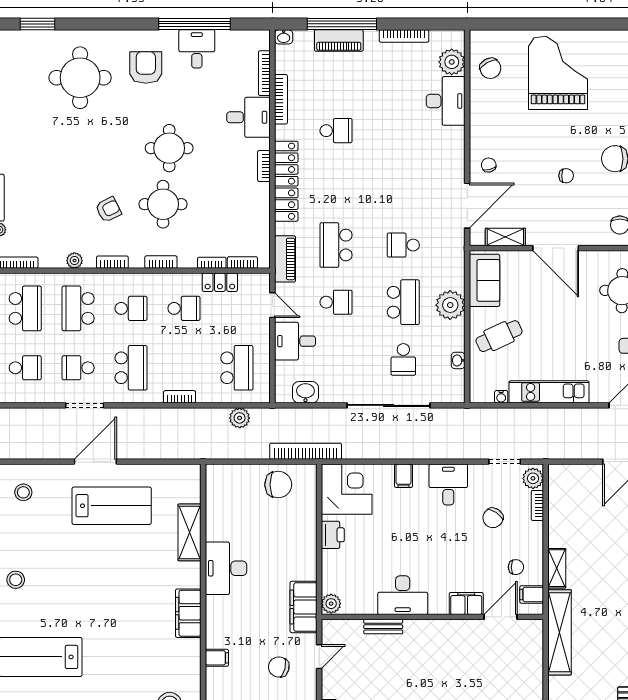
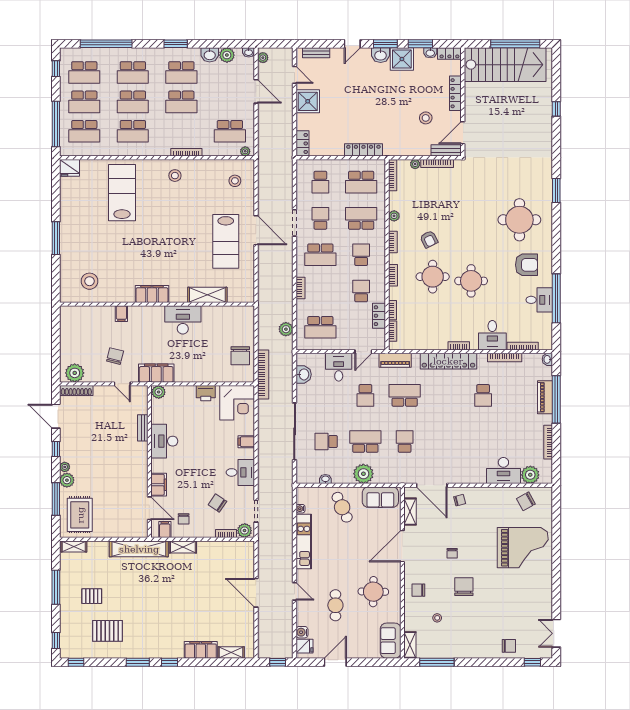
school desk: (403, 302) -> (365, 442), turned 180
school desk: (131, 308) -> (361, 255), turned 180
school desk: (184, 308) -> (361, 291), turned 180

